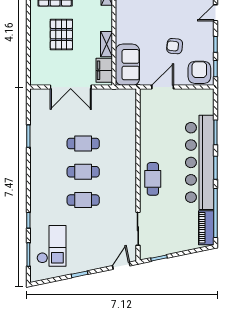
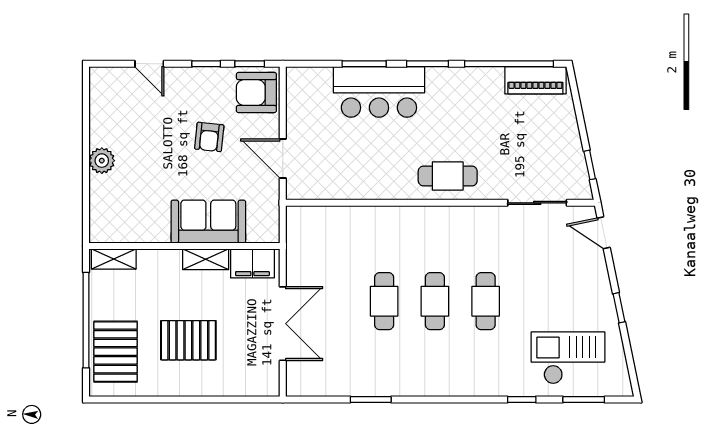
sofa: (127, 65) -> (208, 222), moved
bar counter: (200, 162) -> (379, 92), width x0.54

